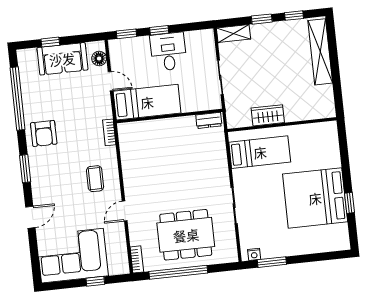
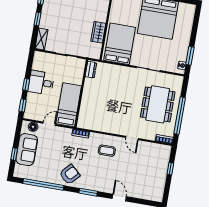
armchair: (44, 133) -> (70, 174), turned -47
bed: (260, 152) -> (120, 44), width x1.50
corner sofa: (72, 256) -> (150, 178), removed

